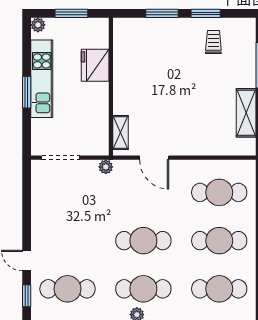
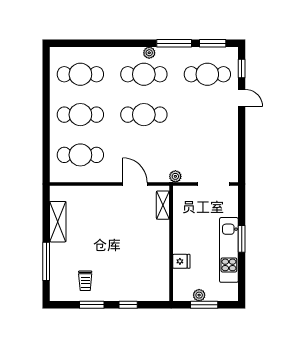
window: (162, 13) -> (128, 305), width x0.67
plant: (38, 25) -> (199, 295), moved
fridge: (95, 65) -> (181, 261), width x0.53, depth x0.75

